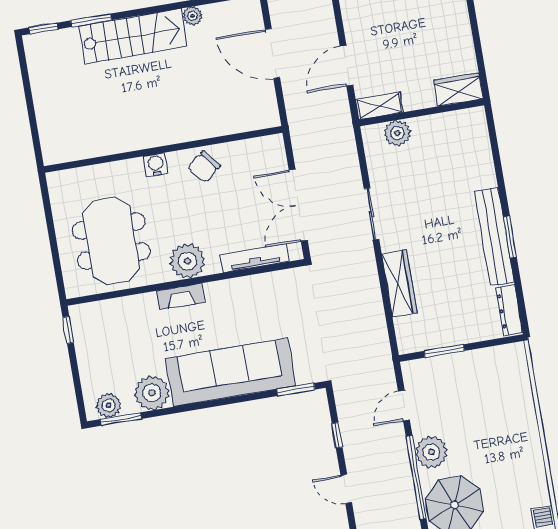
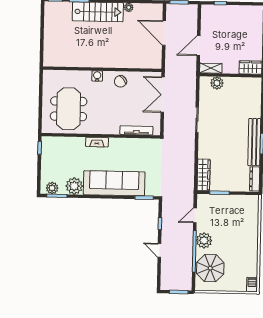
double door: (298, 205) -> (163, 95), moved
plant: (187, 261) -> (104, 126), removed
wardrobe: (399, 283) -> (204, 175), moved

